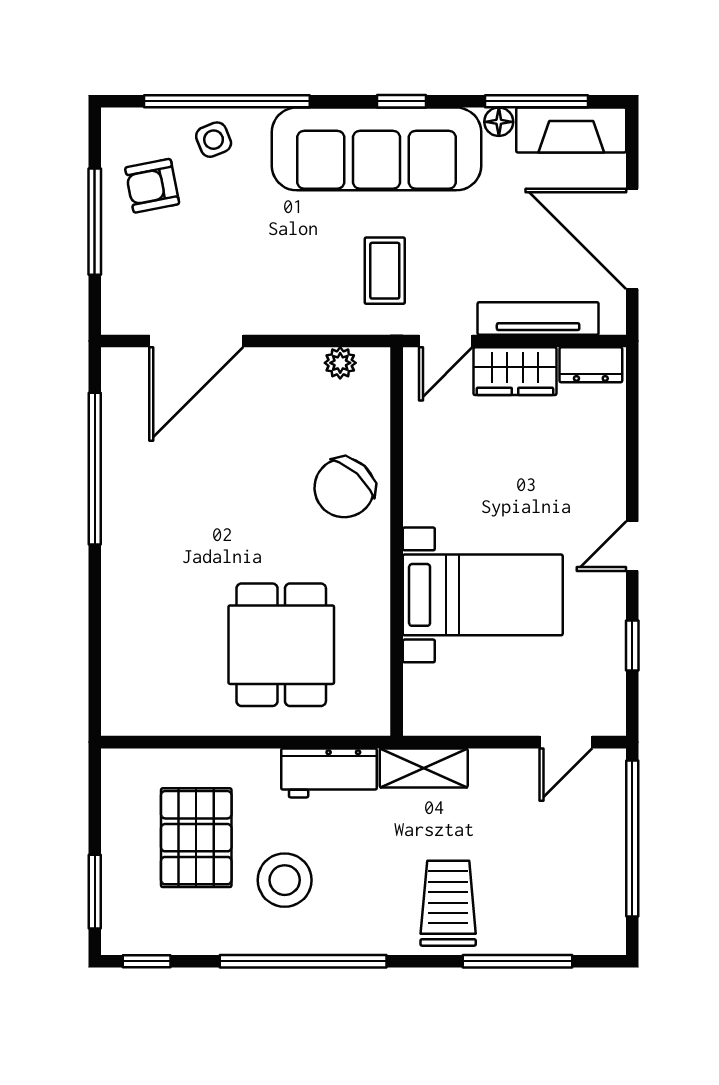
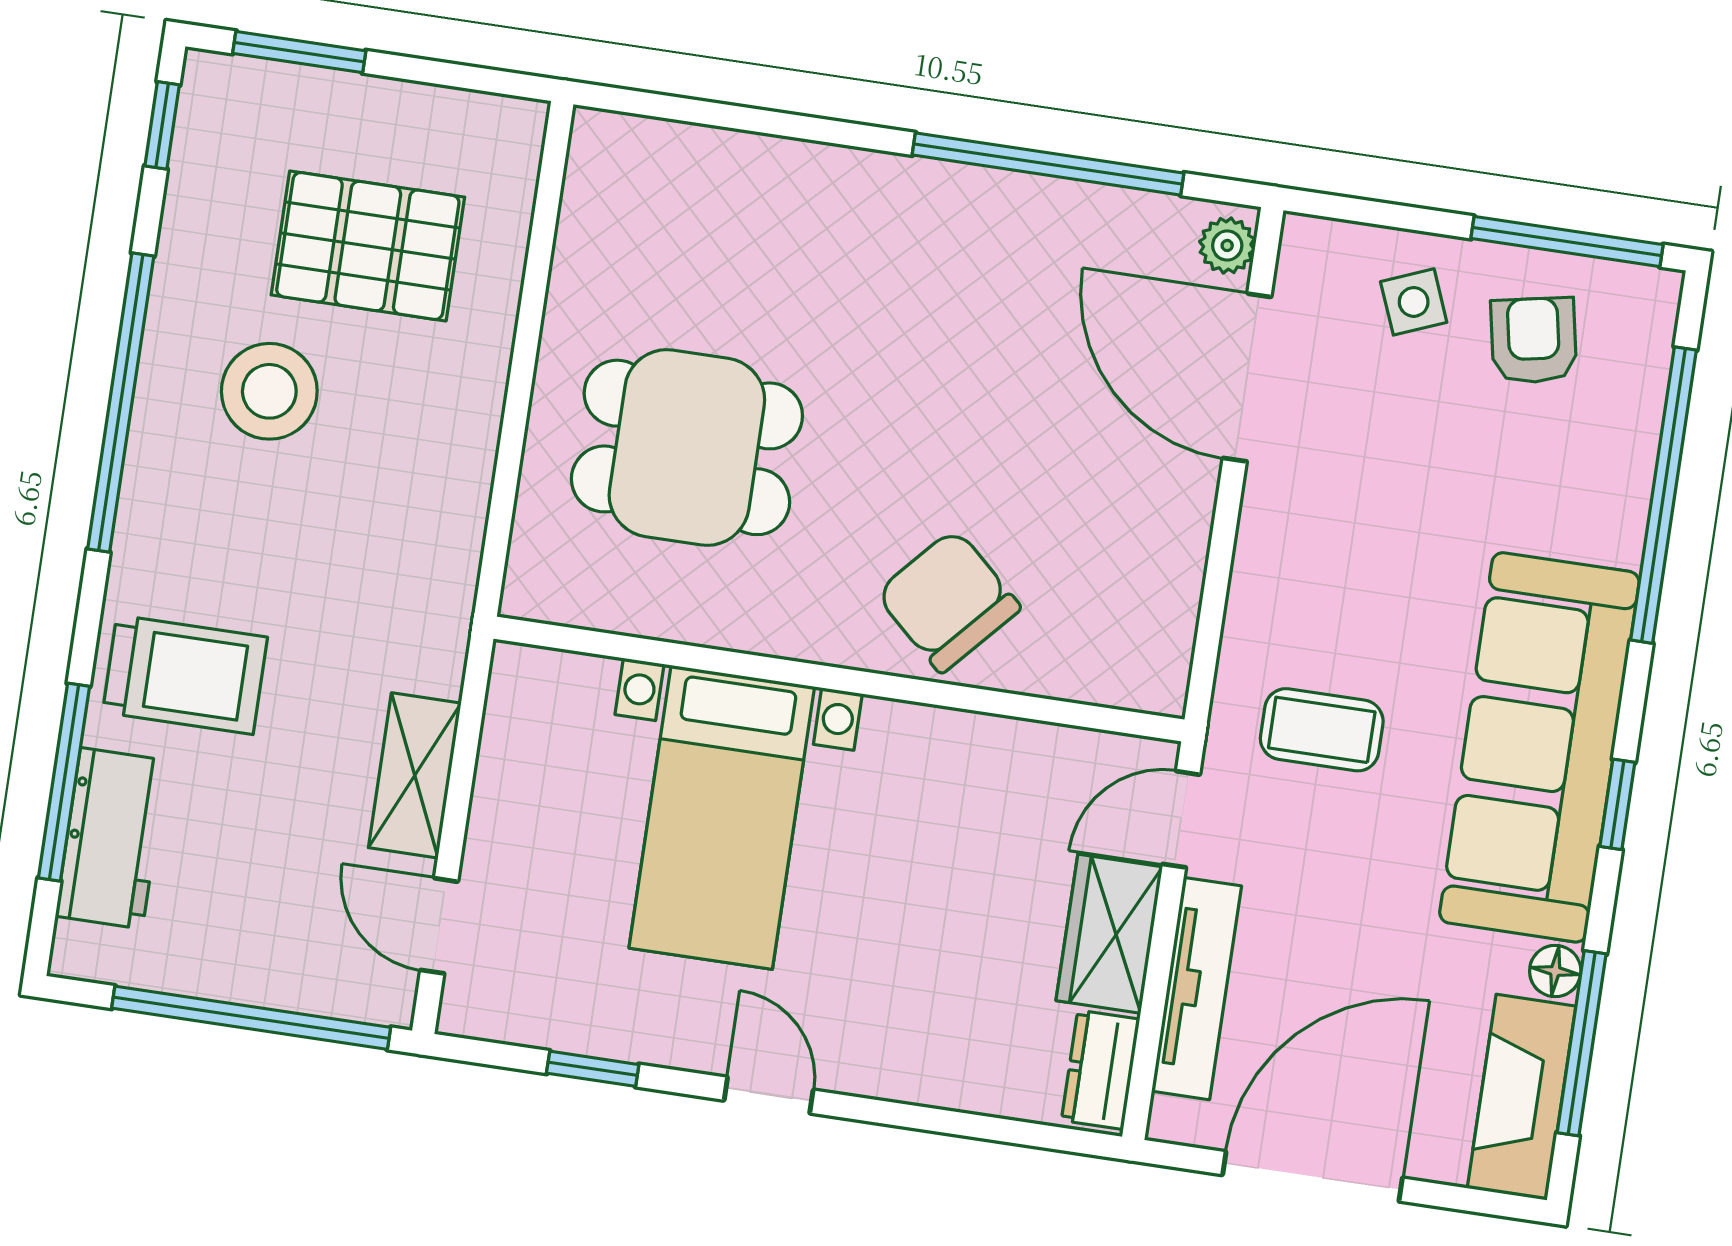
side table: (214, 140) -> (1414, 302), moved
window: (95, 222) -> (1567, 242), moved
door: (446, 341) -> (1181, 819), hinge flipped
plant: (340, 363) -> (1227, 245), moved
shelving: (424, 768) -> (415, 775), moved
workbench: (329, 773) -> (111, 838), moved, turned 180

